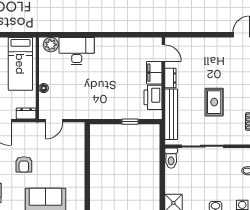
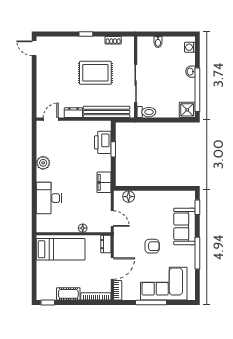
plant: (51, 45) -> (43, 163), moved
filing cabinet: (154, 73) -> (104, 182), moved, turned 90
printer: (153, 97) -> (103, 142), moved, turned 90
rug: (214, 102) -> (95, 73), width x1.36, depth x1.43
floor lamp: (78, 138) -> (129, 197), added

